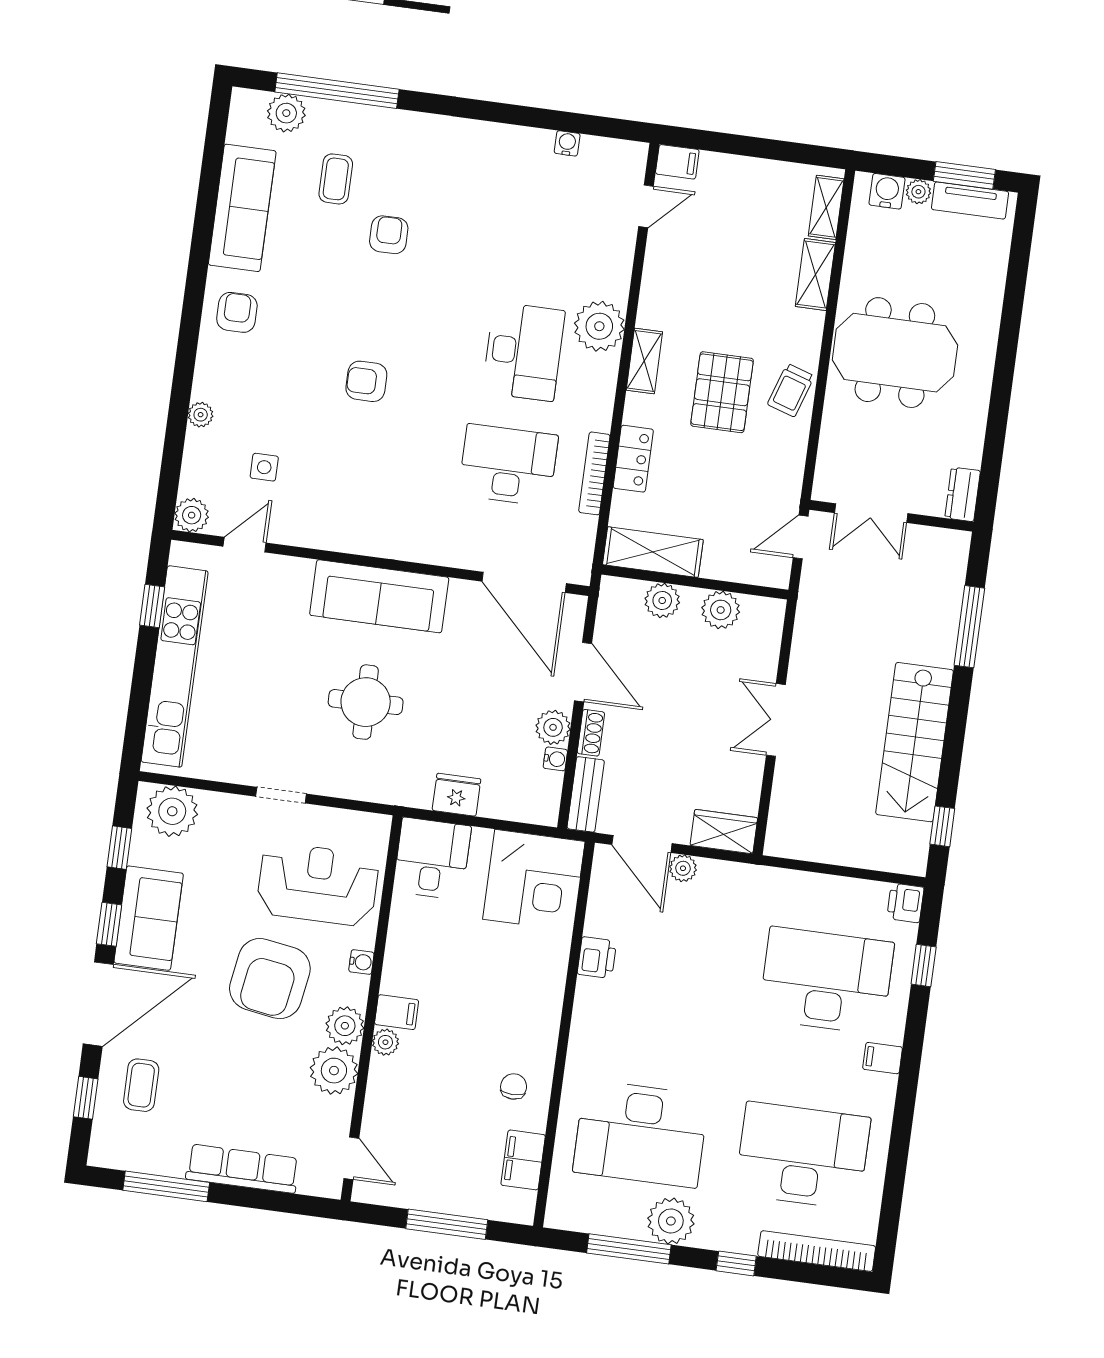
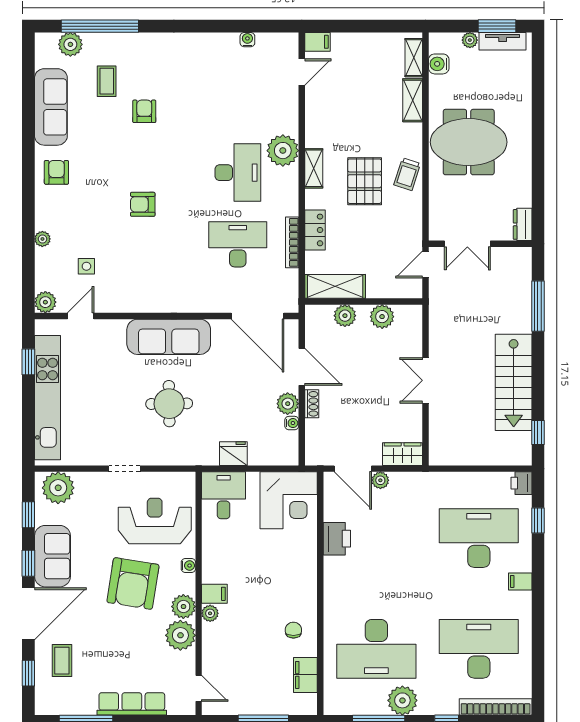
water cooler: (887, 191) -> (439, 64), moved, turned -90
bench: (586, 794) -> (314, 443), removed
printer: (597, 958) -> (337, 539), width x1.36, depth x1.24

